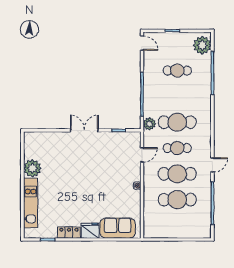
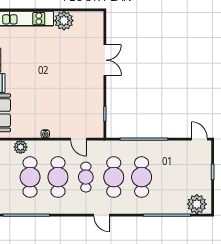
door: (142, 43) -> (199, 139), swing flipped
cafe table: (177, 71) -> (142, 177), moved, width x1.37, depth x1.35
plant: (149, 124) -> (21, 147), moved
double door: (84, 130) -> (105, 60), moved
door: (212, 165) -> (102, 215), moved

